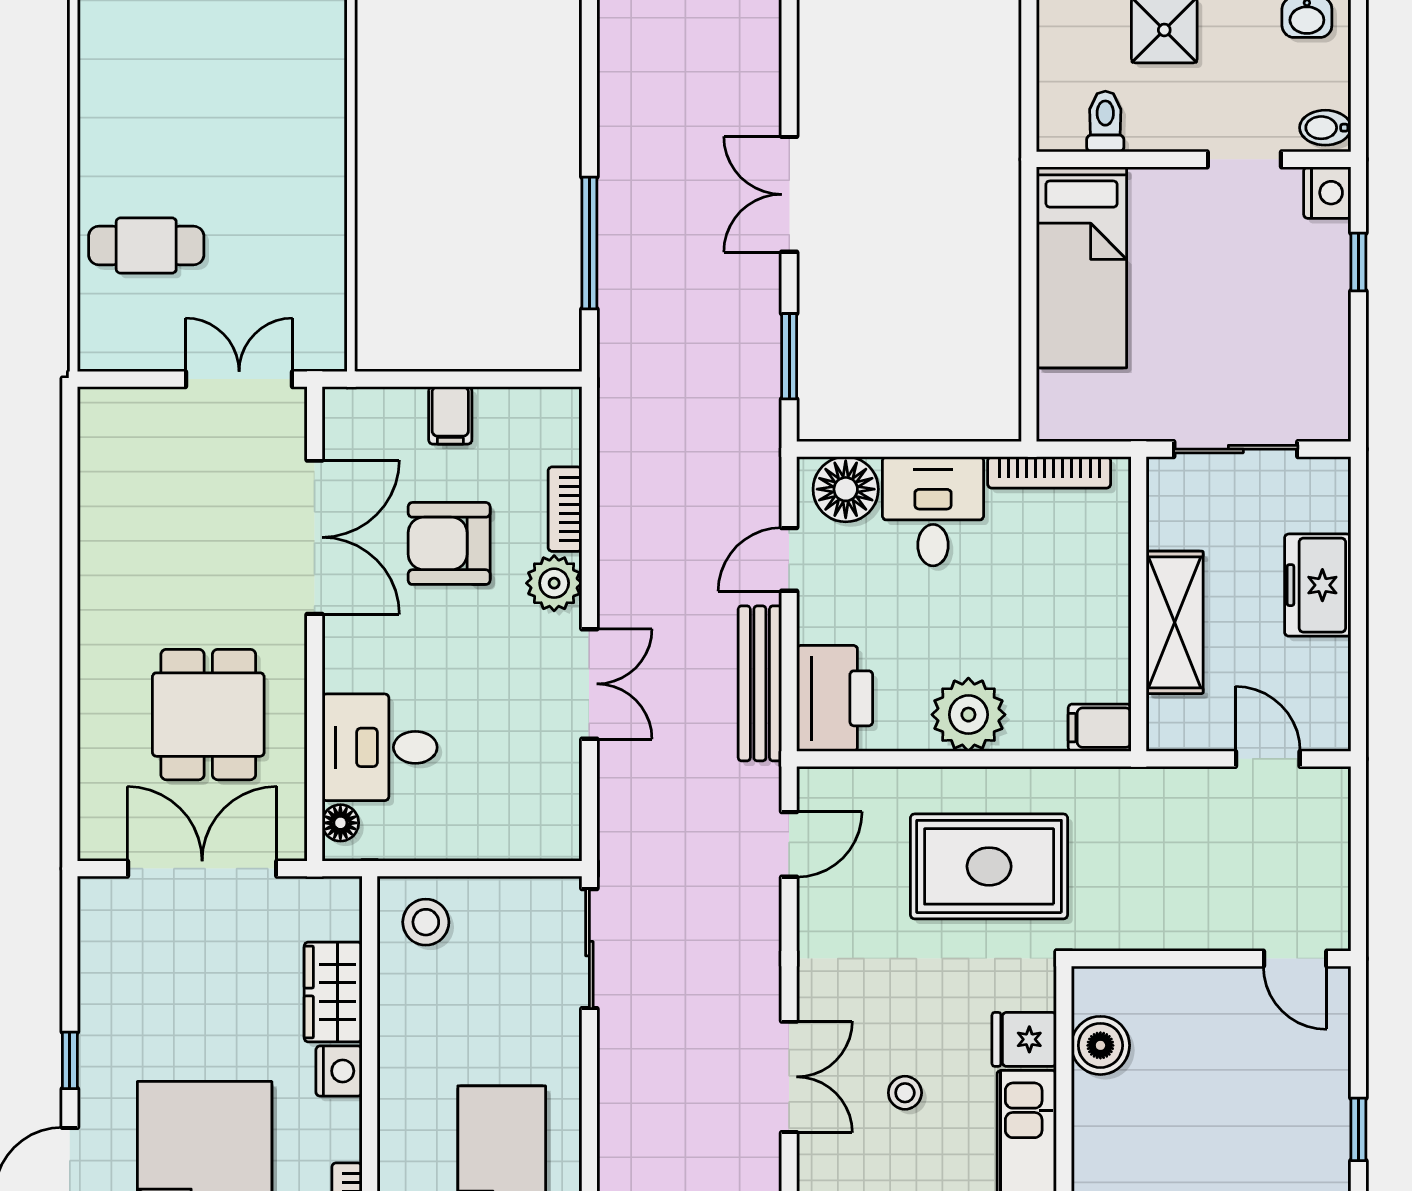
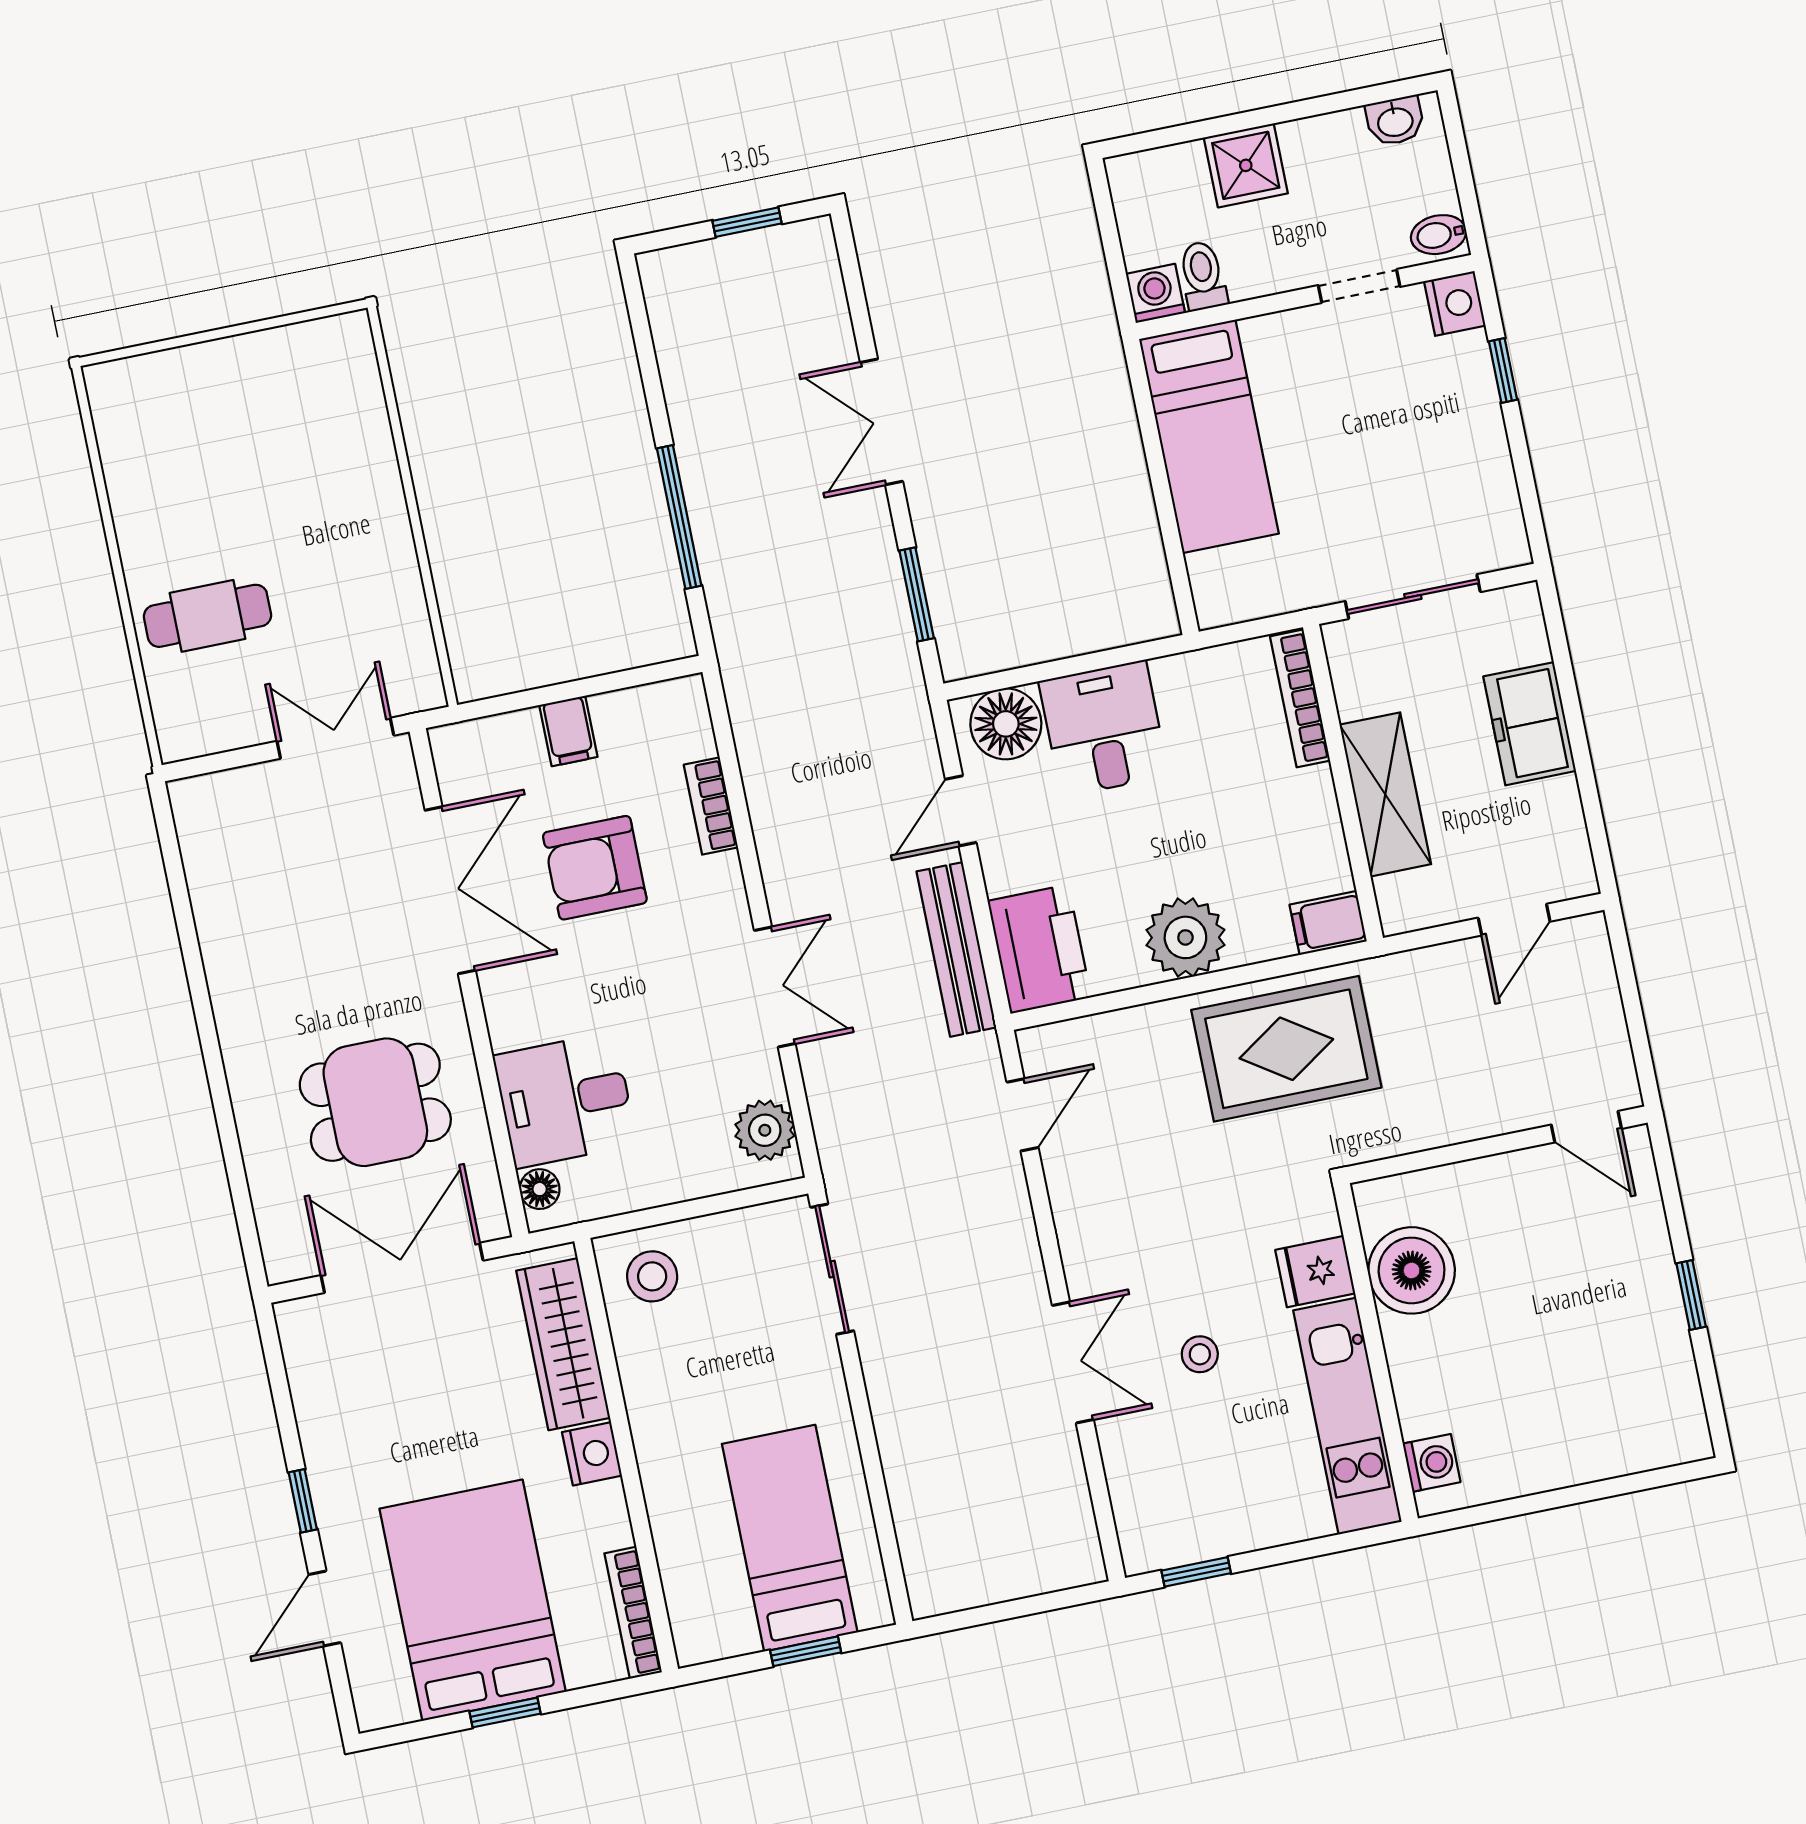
washing machine: (1059, 129) -> (1155, 293), added
bookcase: (1049, 472) -> (1300, 698), moved, turned 90
plant: (554, 583) -> (765, 1130), moved
dining table: (208, 715) -> (375, 1102), turned 90
door: (1268, 759) -> (1514, 920), swing flipped
rug: (989, 866) -> (1286, 1049), moved
wardrobe: (333, 992) -> (563, 1344), width x1.50
boiler: (1100, 1045) -> (1412, 1270), width x1.37, depth x1.37

